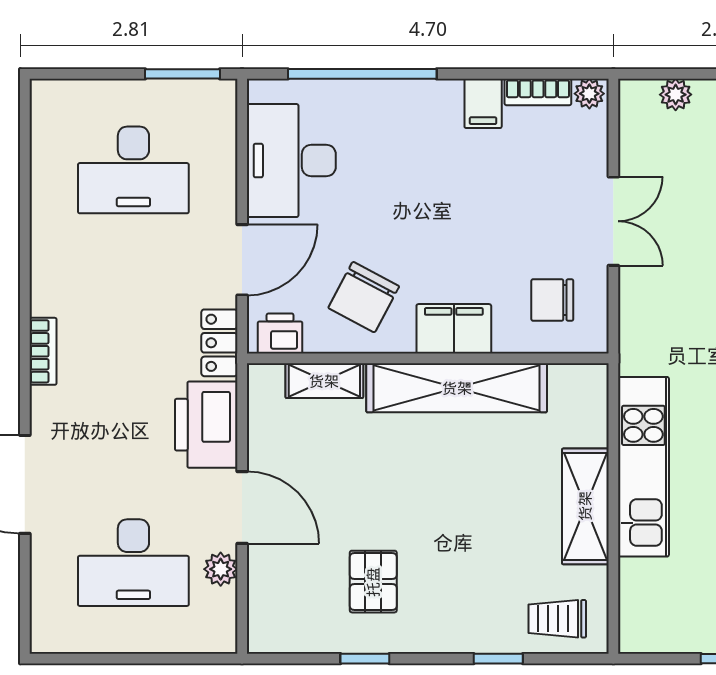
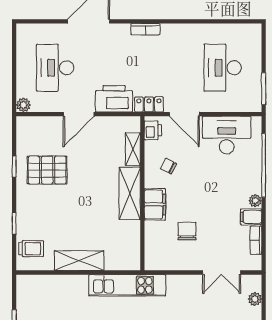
plant: (589, 94) -> (255, 201), moved
double door: (613, 221) -> (222, 272), moved
chair: (364, 297) -> (168, 166), width x0.54, depth x0.54
chair: (552, 300) -> (187, 231), moved
shelving: (457, 388) -> (130, 193), width x0.68
kitchen unit: (643, 467) -> (127, 285), moved
plant: (221, 569) -> (23, 105), moved
pallet: (373, 582) -> (47, 170), width x1.50, depth x1.42
trolley: (557, 619) -> (31, 249), turned 90

